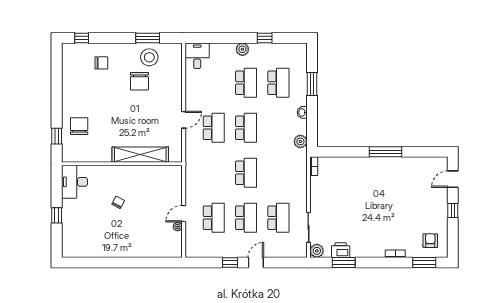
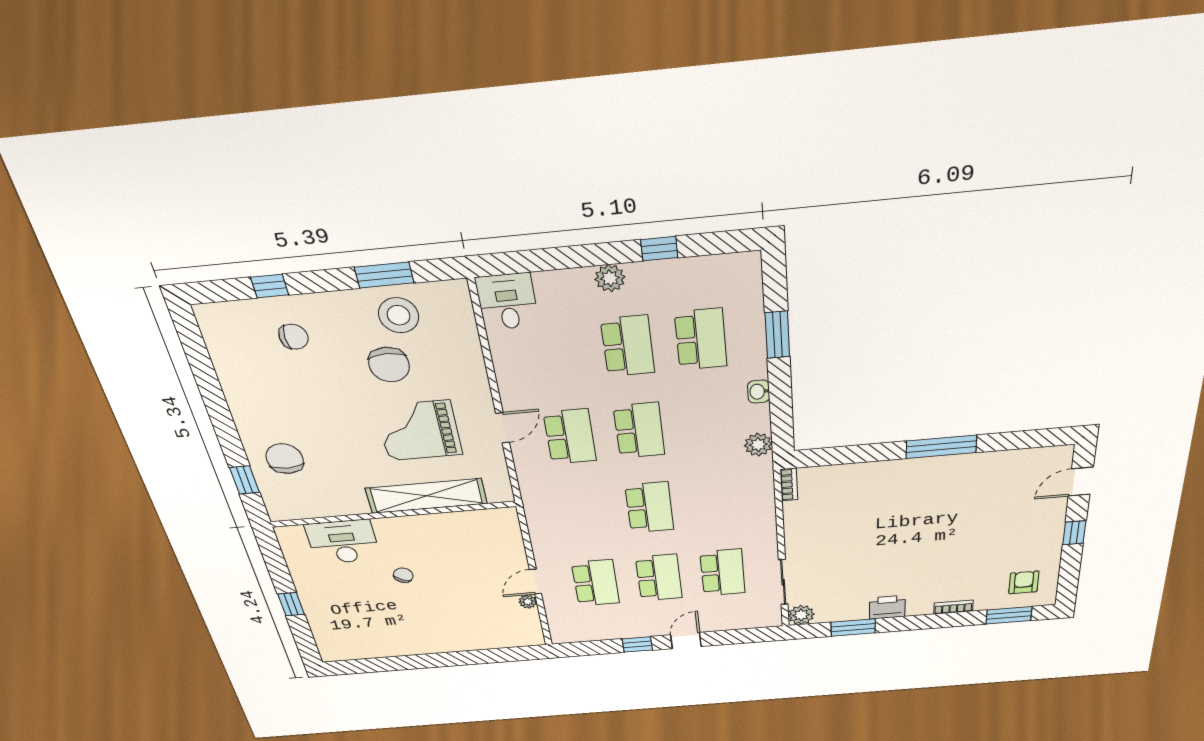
window: (82, 38) -> (270, 286), moved
grand piano: (145, 117) -> (419, 431), added
desk: (74, 182) -> (343, 542), moved, turned 90
printer: (341, 250) -> (887, 607), moved

